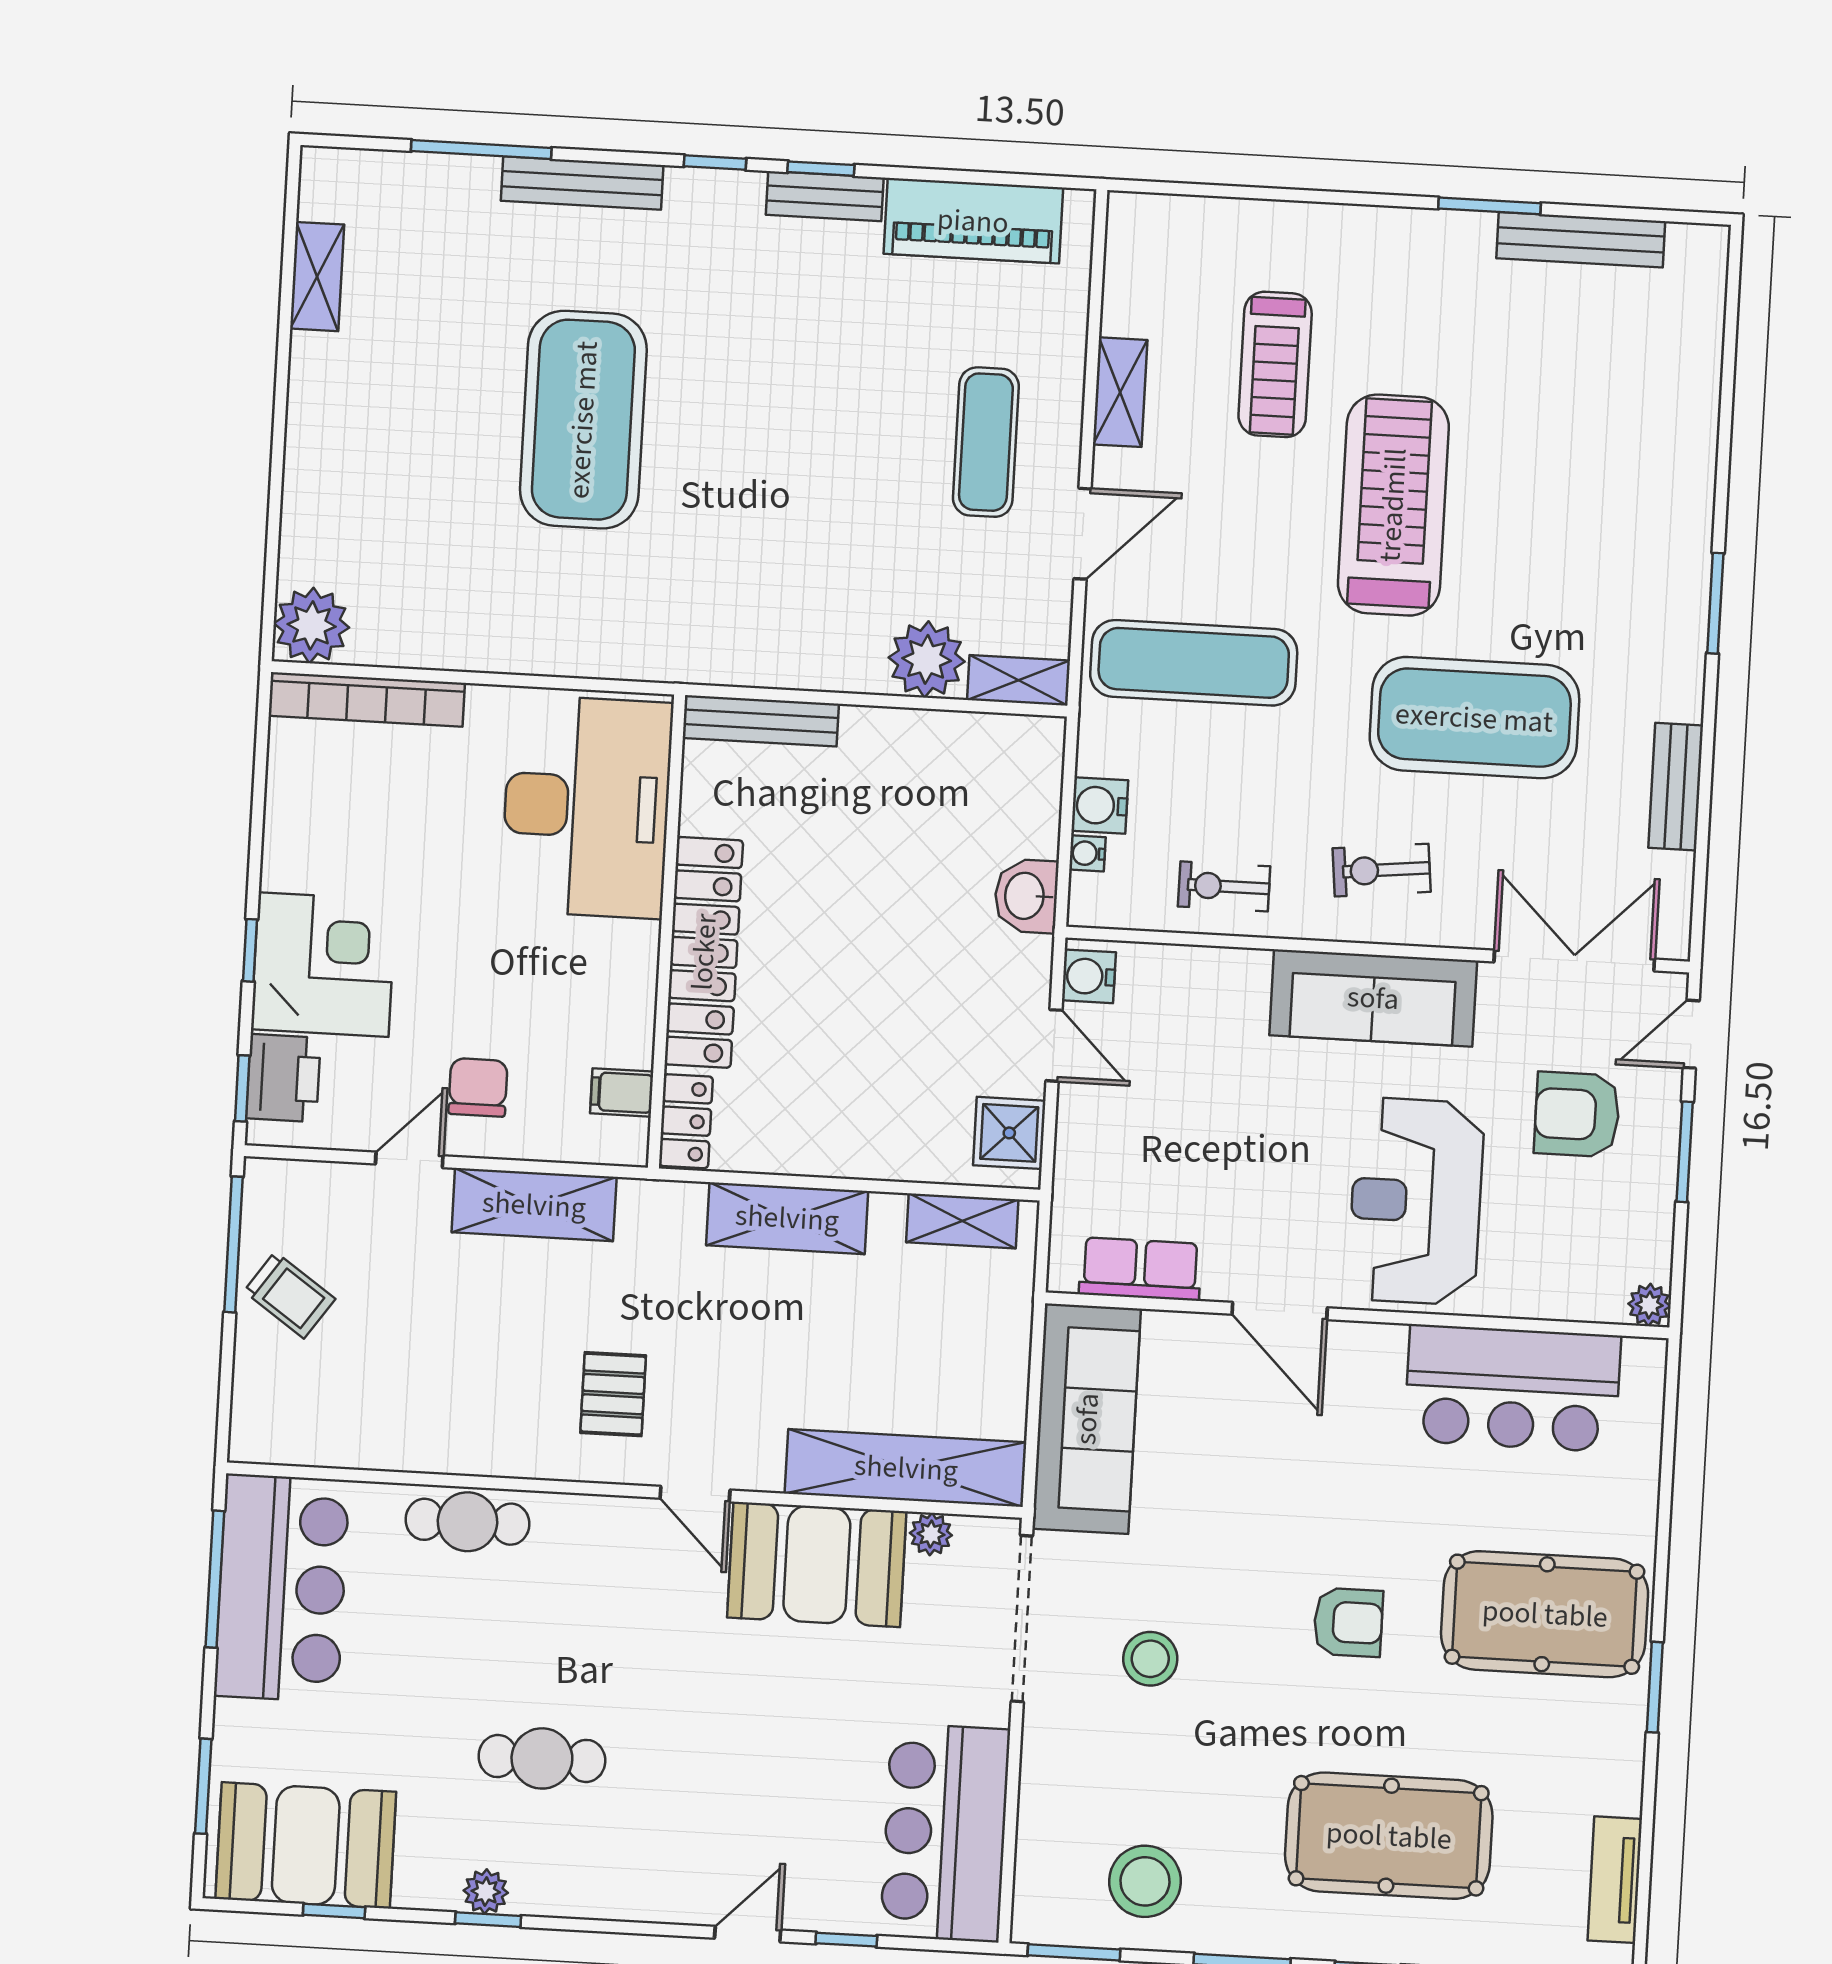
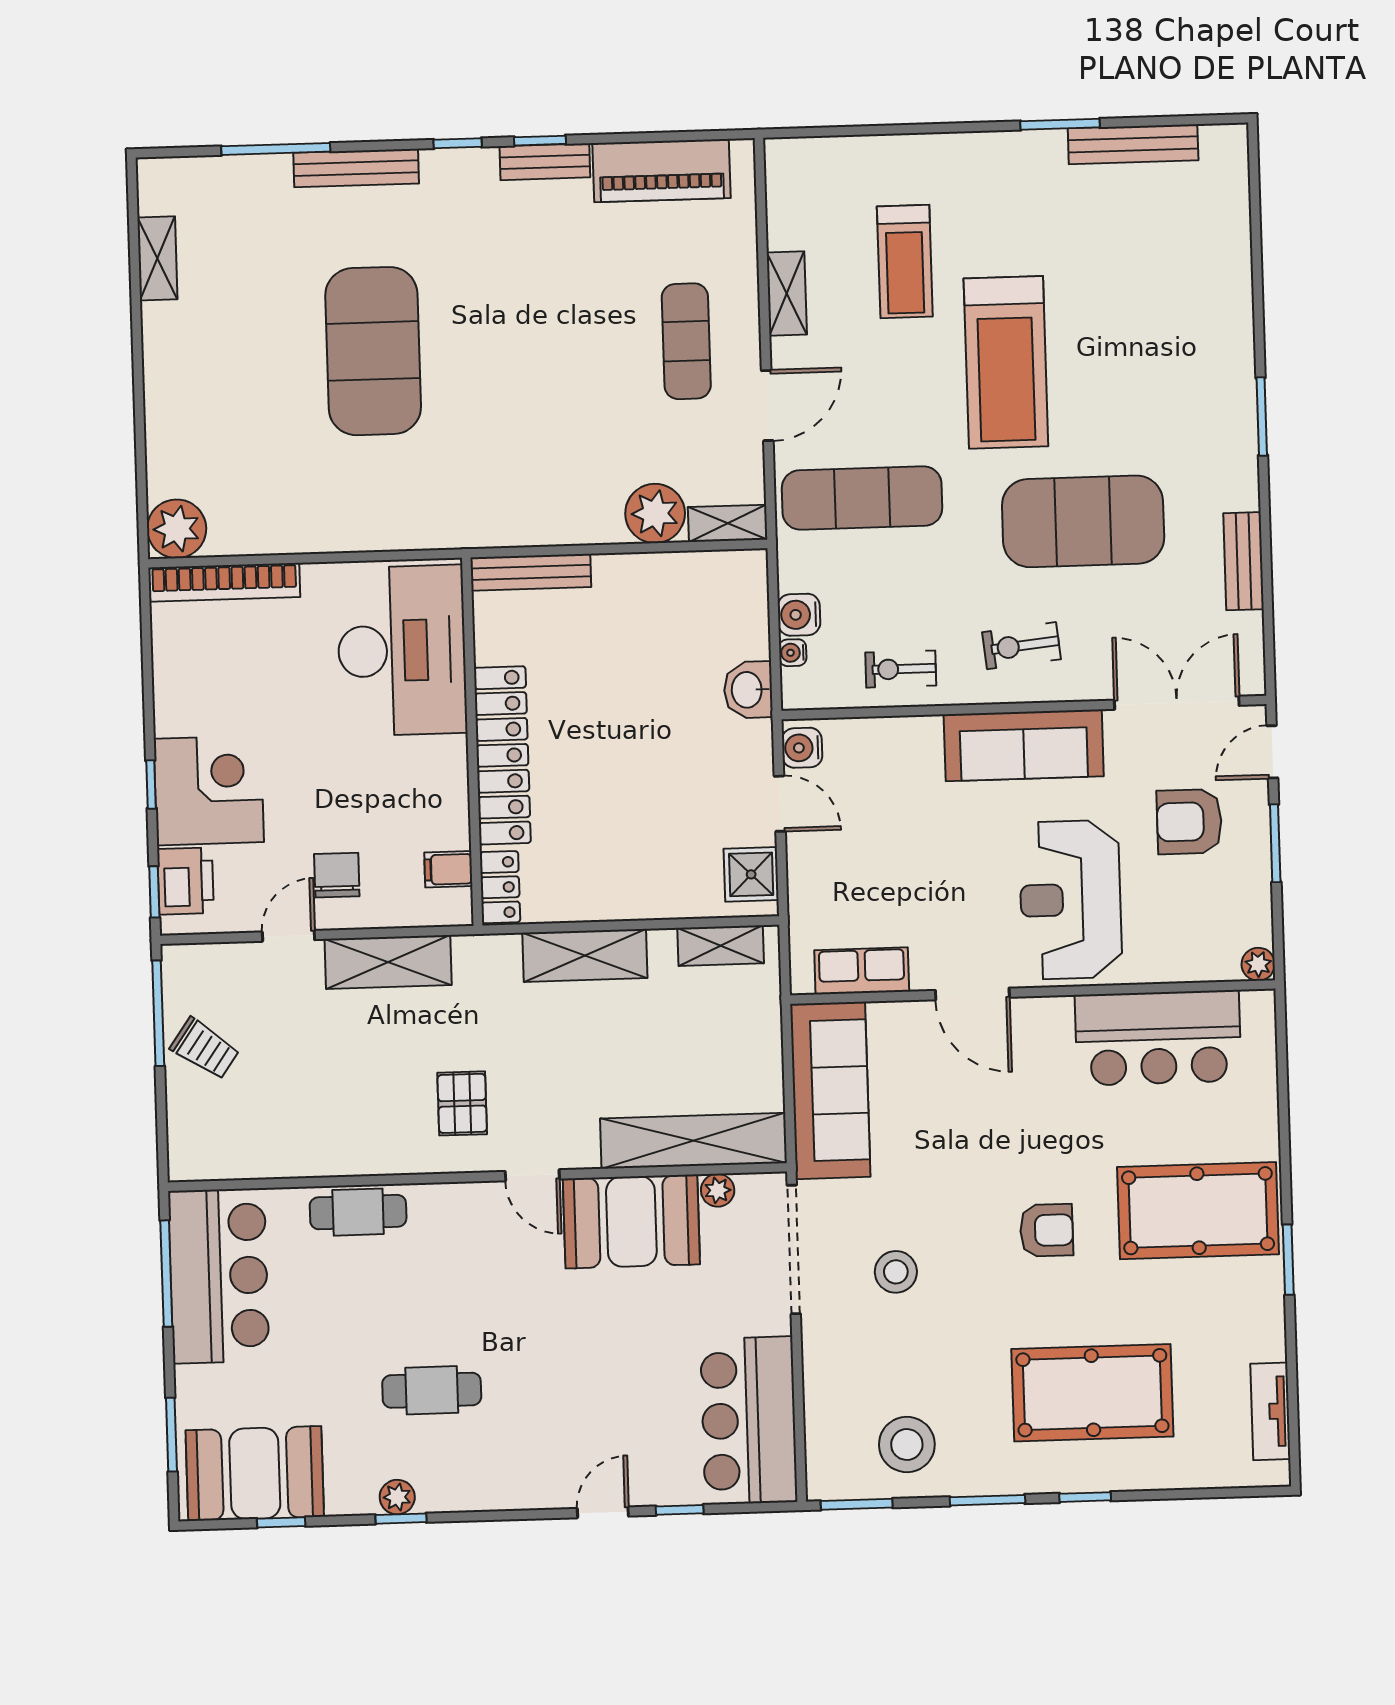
treadmill: (1393, 505) -> (1006, 362), turned 180

